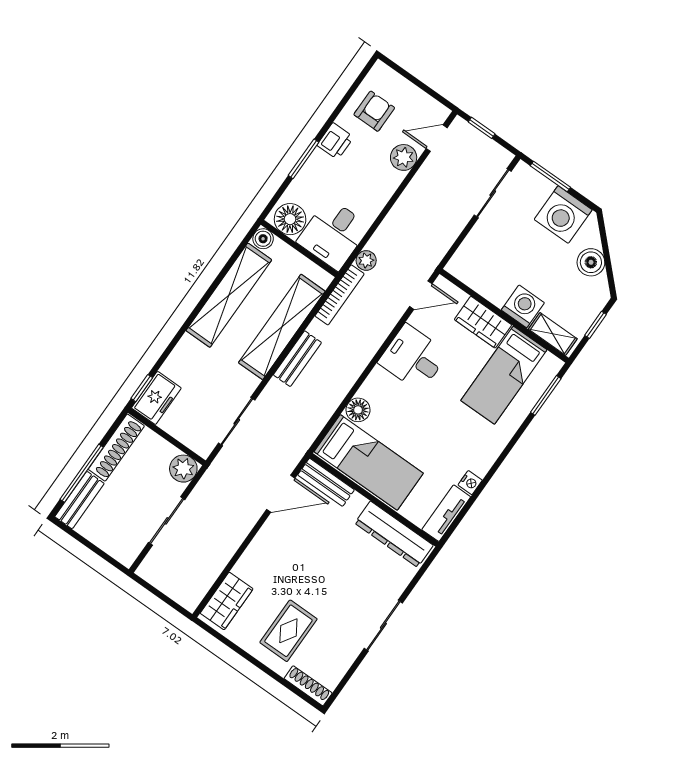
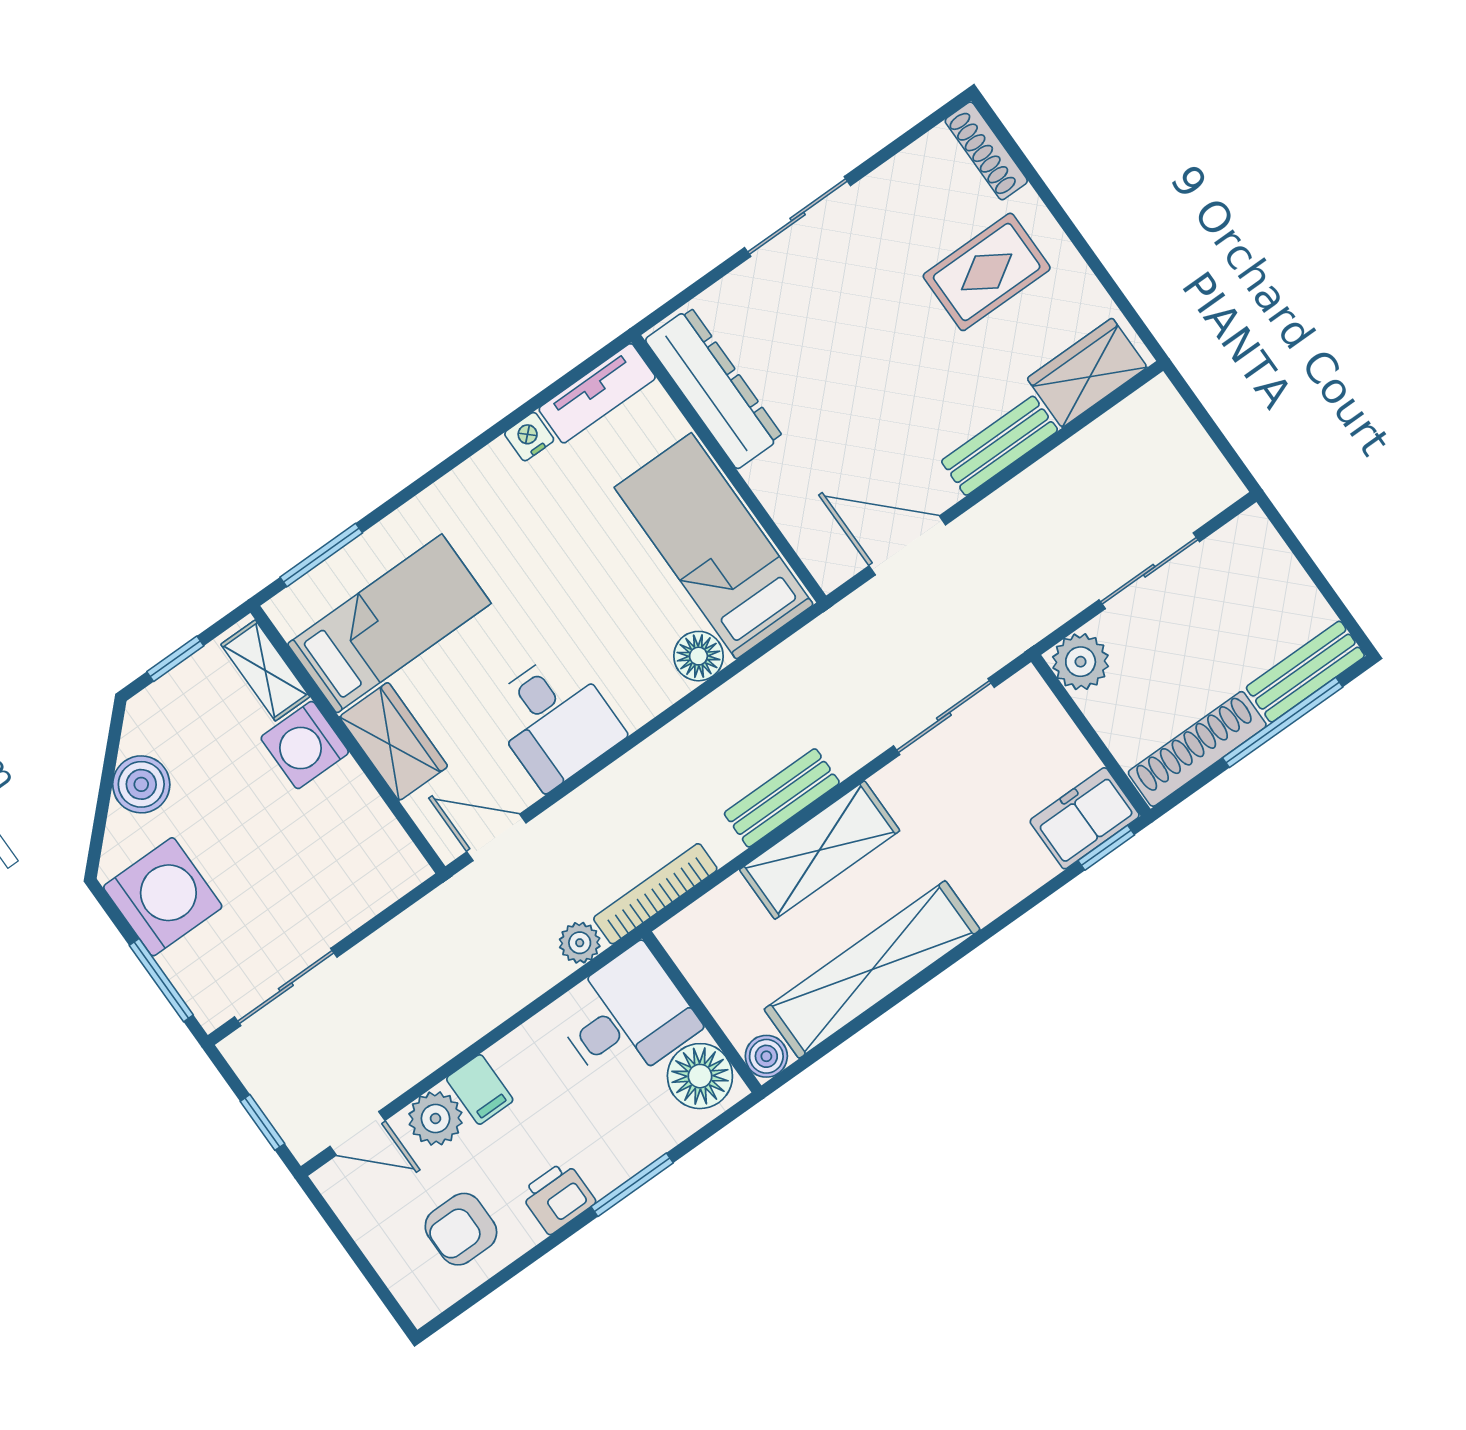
filing cabinet: (388, 178) -> (480, 1089), added
shelving: (282, 327) -> (820, 850), width x0.68
bench: (326, 482) -> (1000, 446), moved, turned 90

